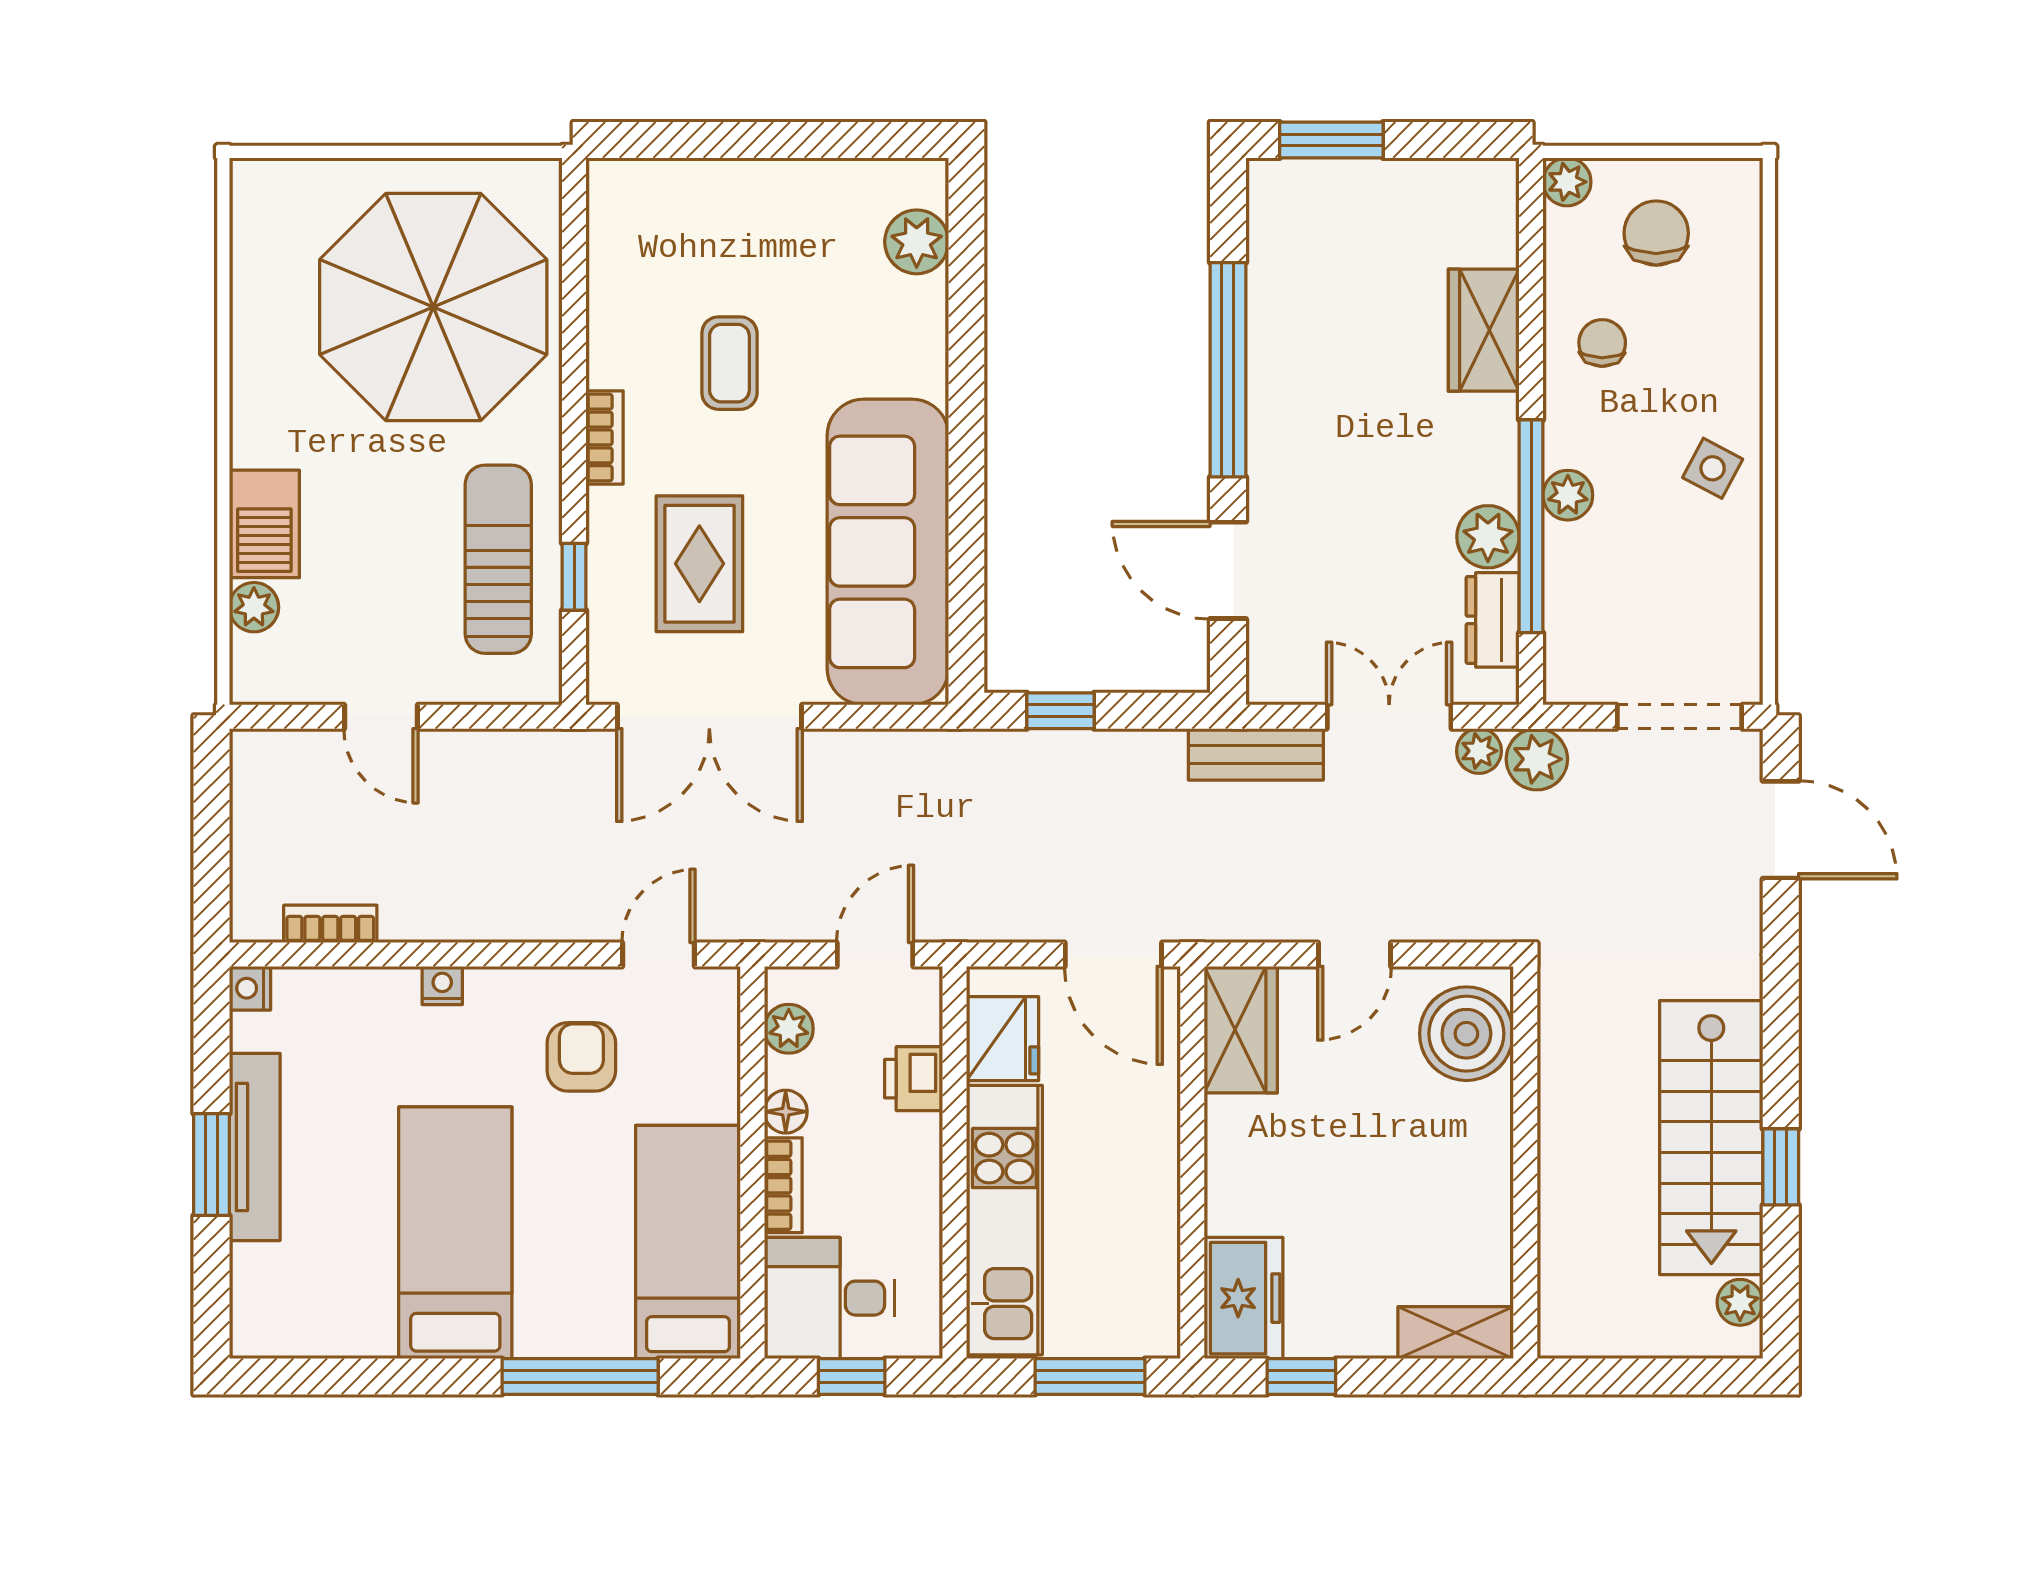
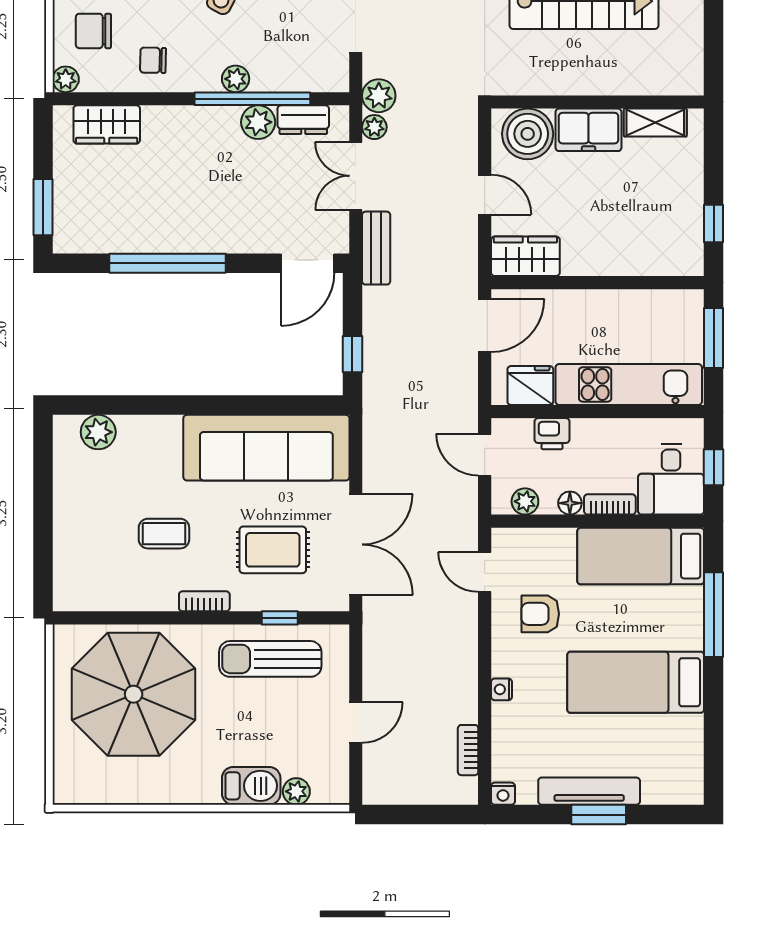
wardrobe: (1484, 330) -> (107, 124), moved
door: (1228, 570) -> (308, 263), moved
freezer: (1244, 1298) -> (589, 130), moved, turned 180
shelving: (1456, 1333) -> (655, 123), moved, turned 90

